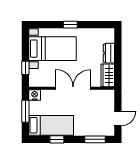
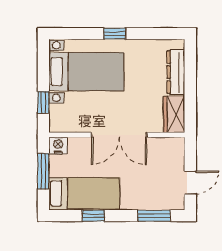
dresser: (109, 53) -> (176, 72), width x1.44
double door: (73, 88) -> (119, 135), swing flipped

